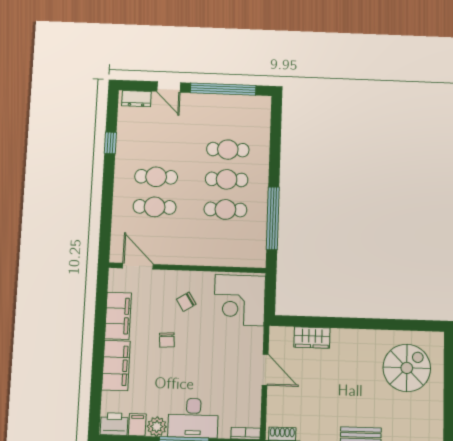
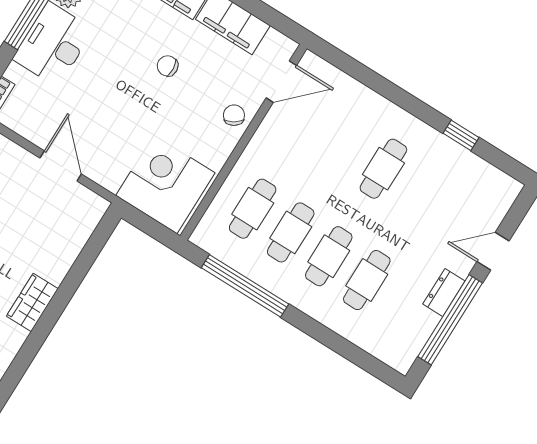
dresser: (136, 99) -> (444, 293), moved
cafe table: (155, 207) -> (253, 209), moved
chair: (186, 302) -> (234, 115), moved
wardrobe: (312, 337) -> (32, 302), moved
door: (265, 370) -> (61, 166), swing flipped

